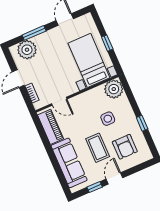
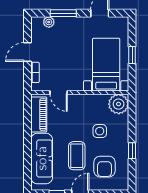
plant: (27, 50) -> (49, 22), width x0.53, depth x0.53

